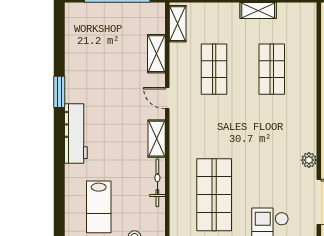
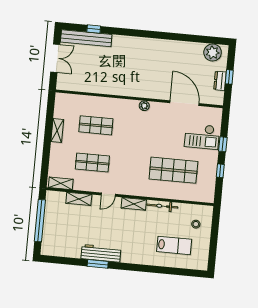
workbench: (76, 133) -> (101, 253), moved
plant: (309, 160) -> (144, 106), moved

